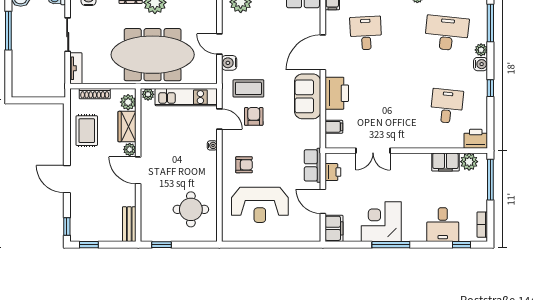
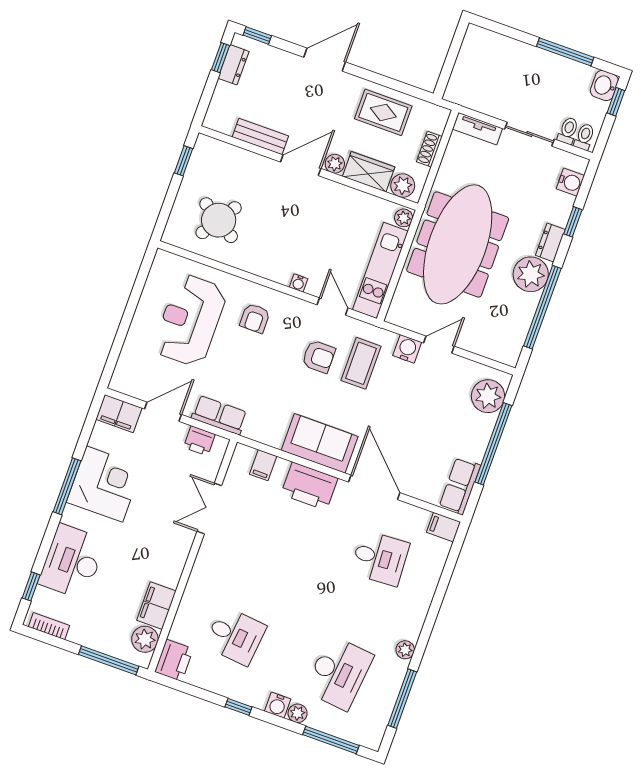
toilet: (57, 11) -> (568, 131), added
shoe rack: (95, 94) -> (429, 149), width x0.70
door: (219, 119) -> (332, 306), swing flipped
round table: (191, 209) -> (219, 220), turned 33
bench: (129, 224) -> (260, 137), moved
desk: (443, 225) -> (72, 562), width x1.37
dresser: (91, 235) -> (233, 65), added

